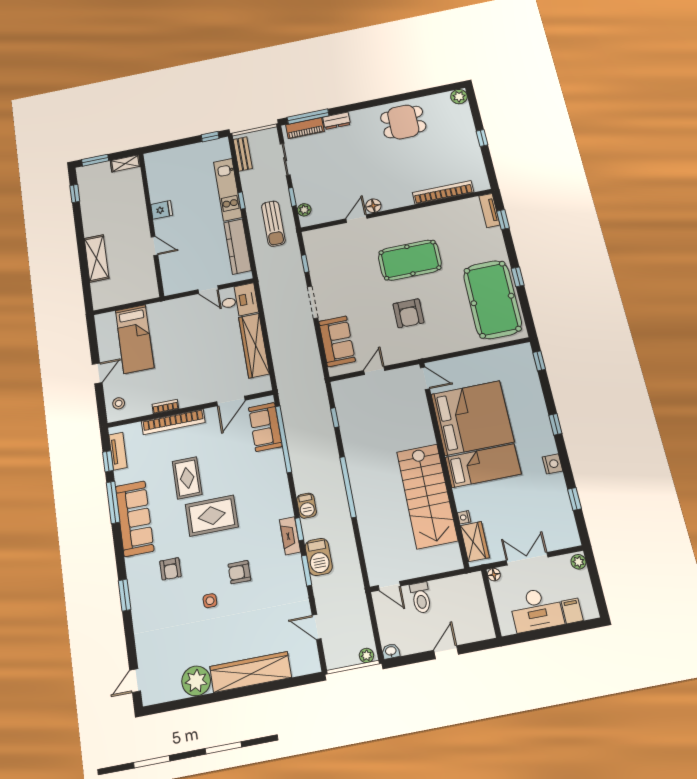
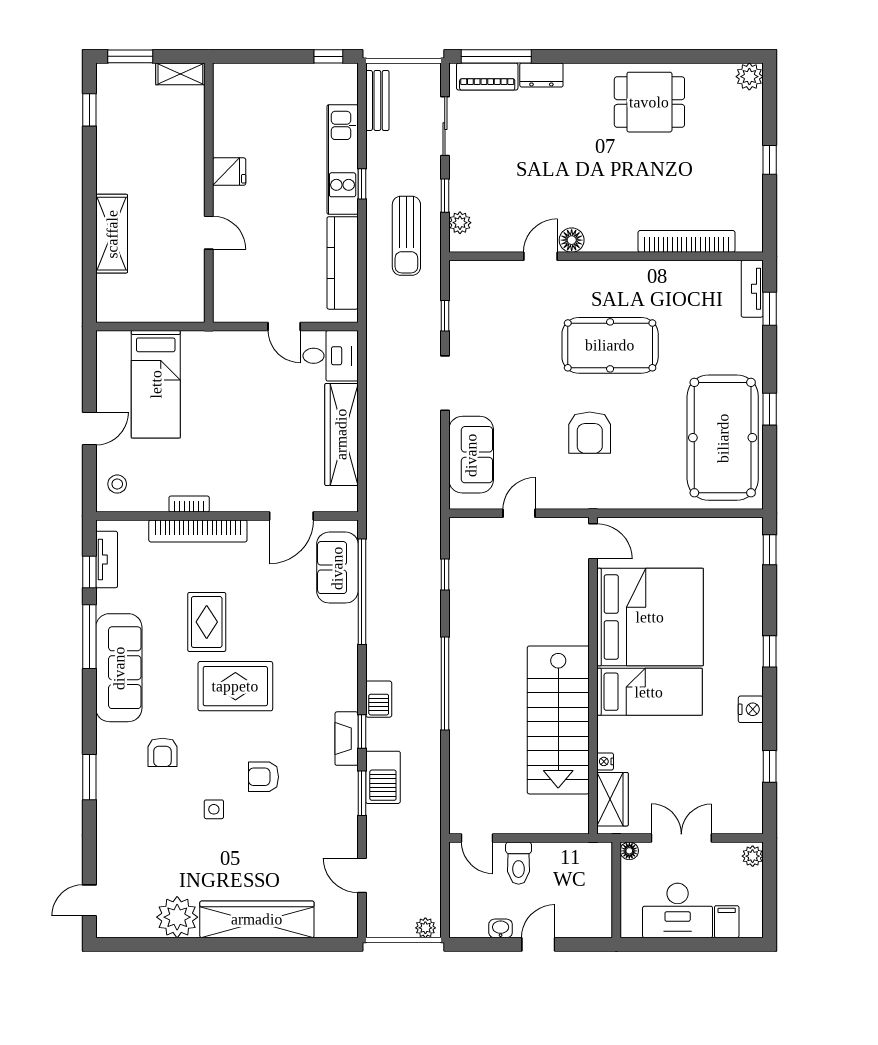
washbasin: (391, 651) -> (501, 928), moved

